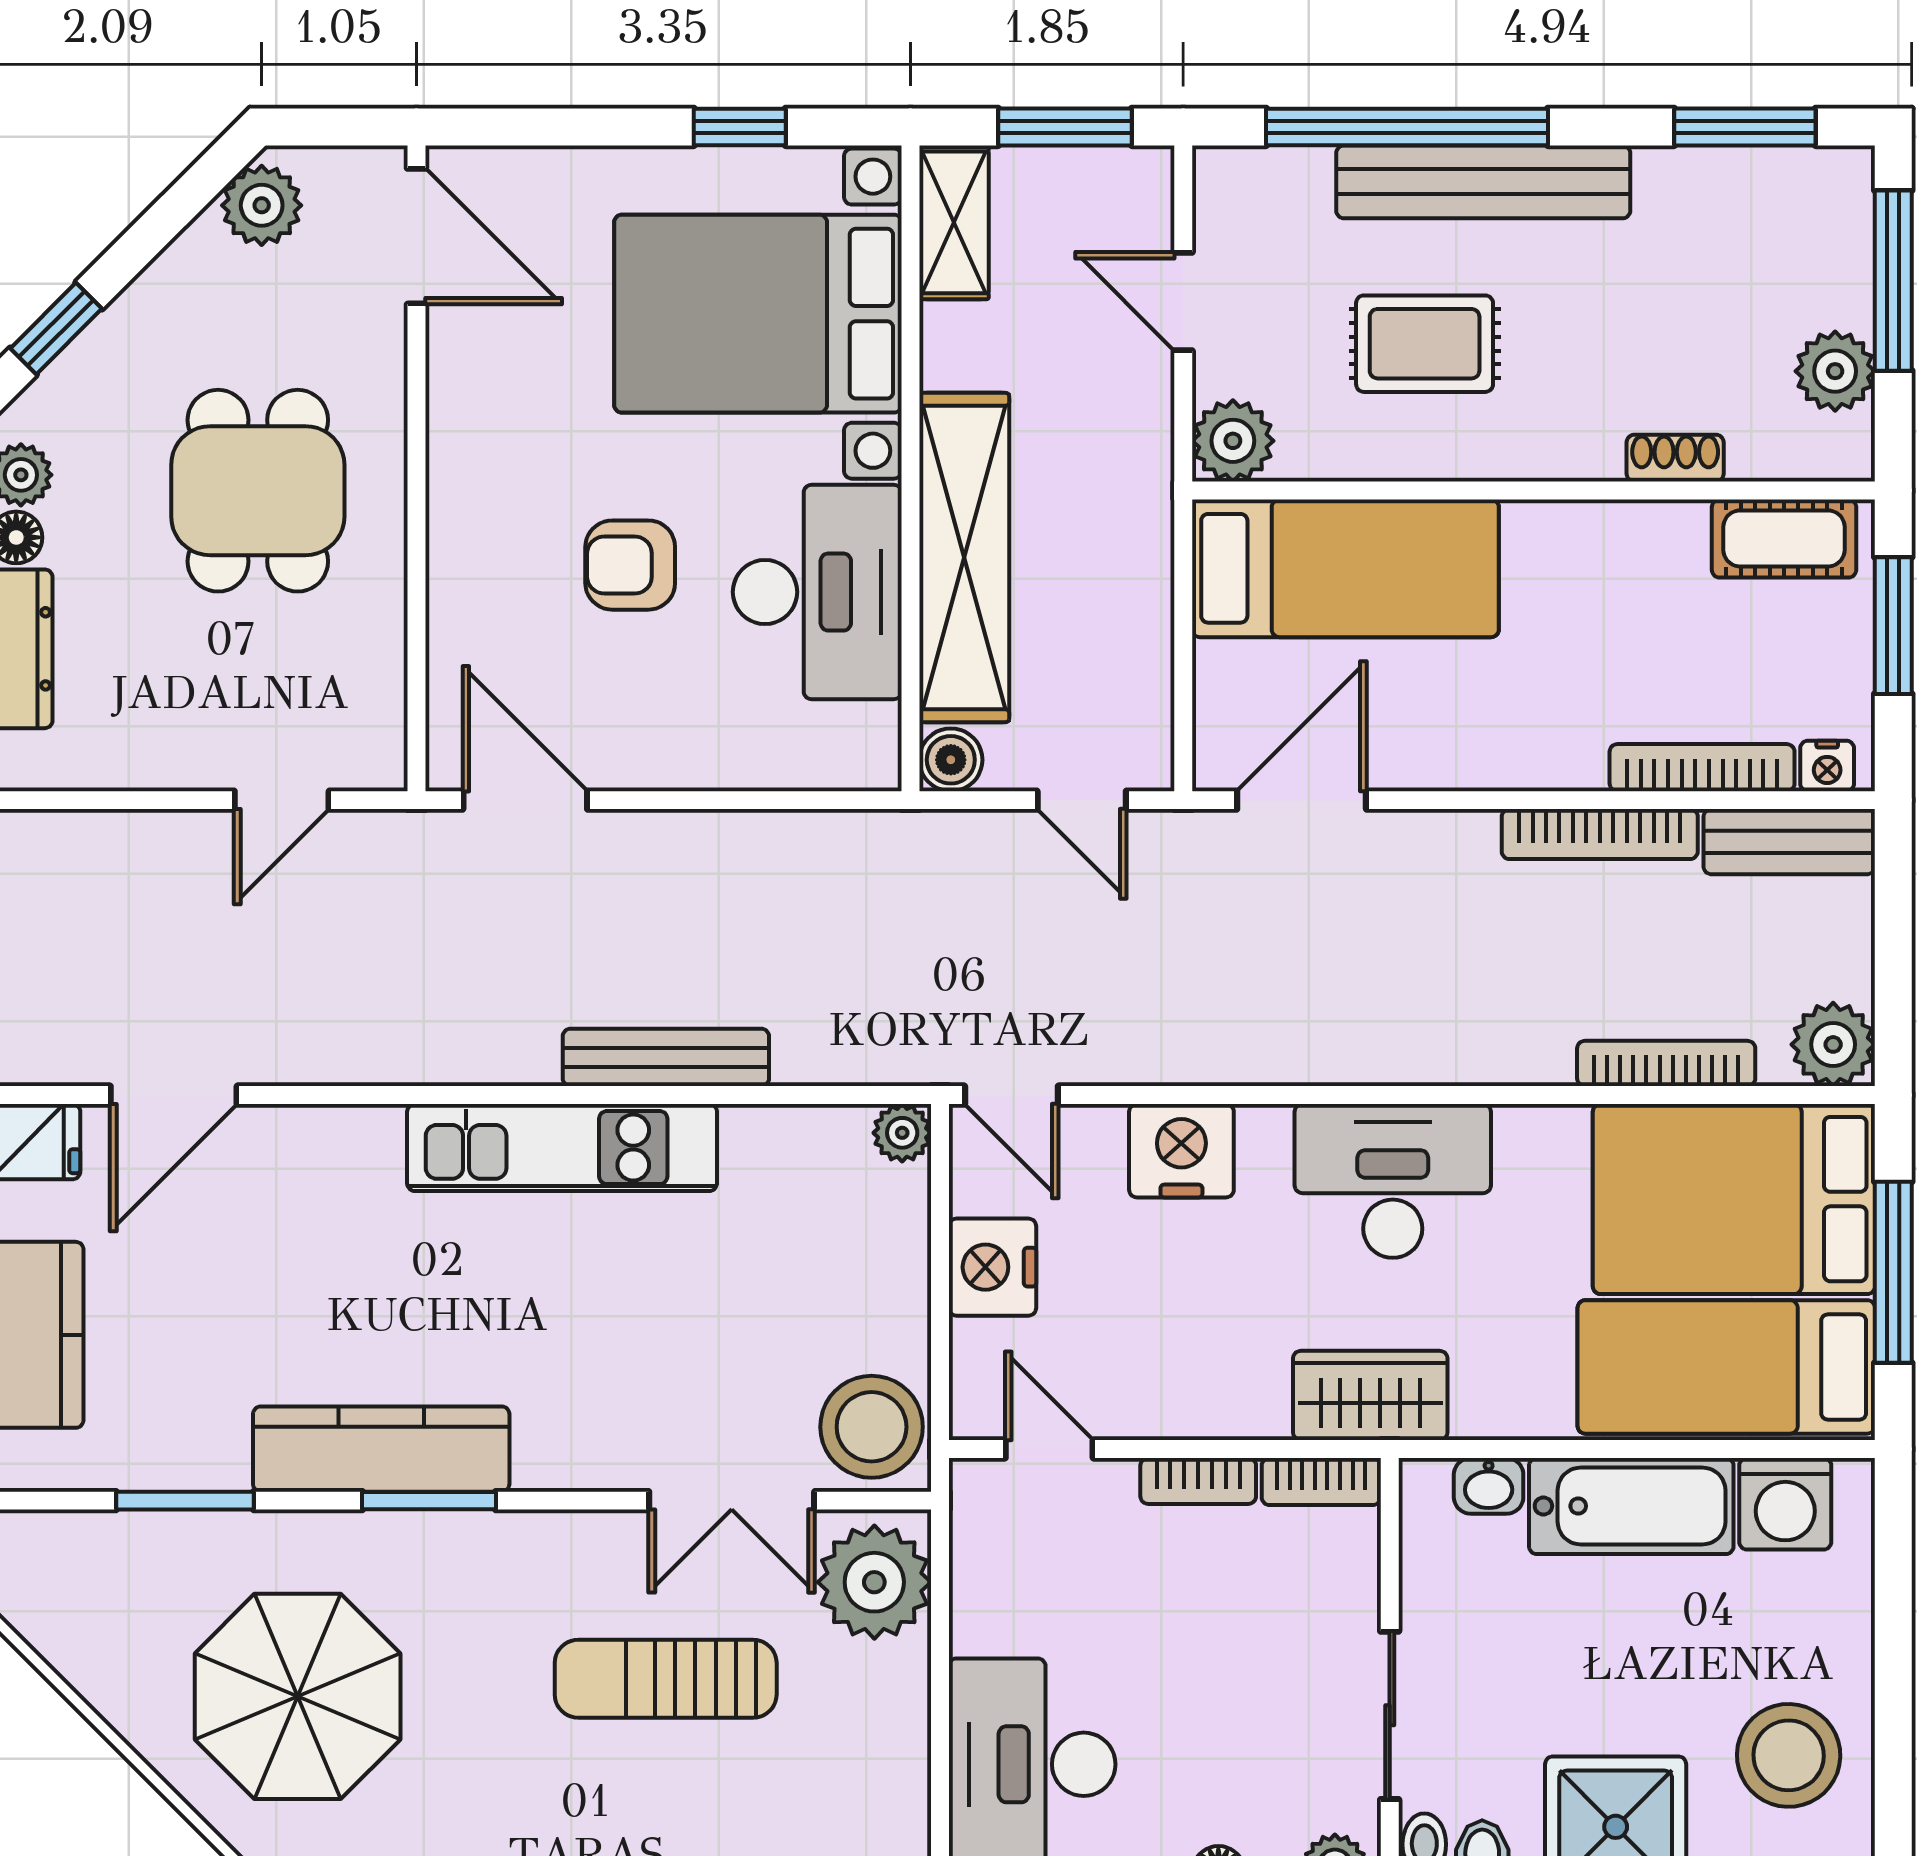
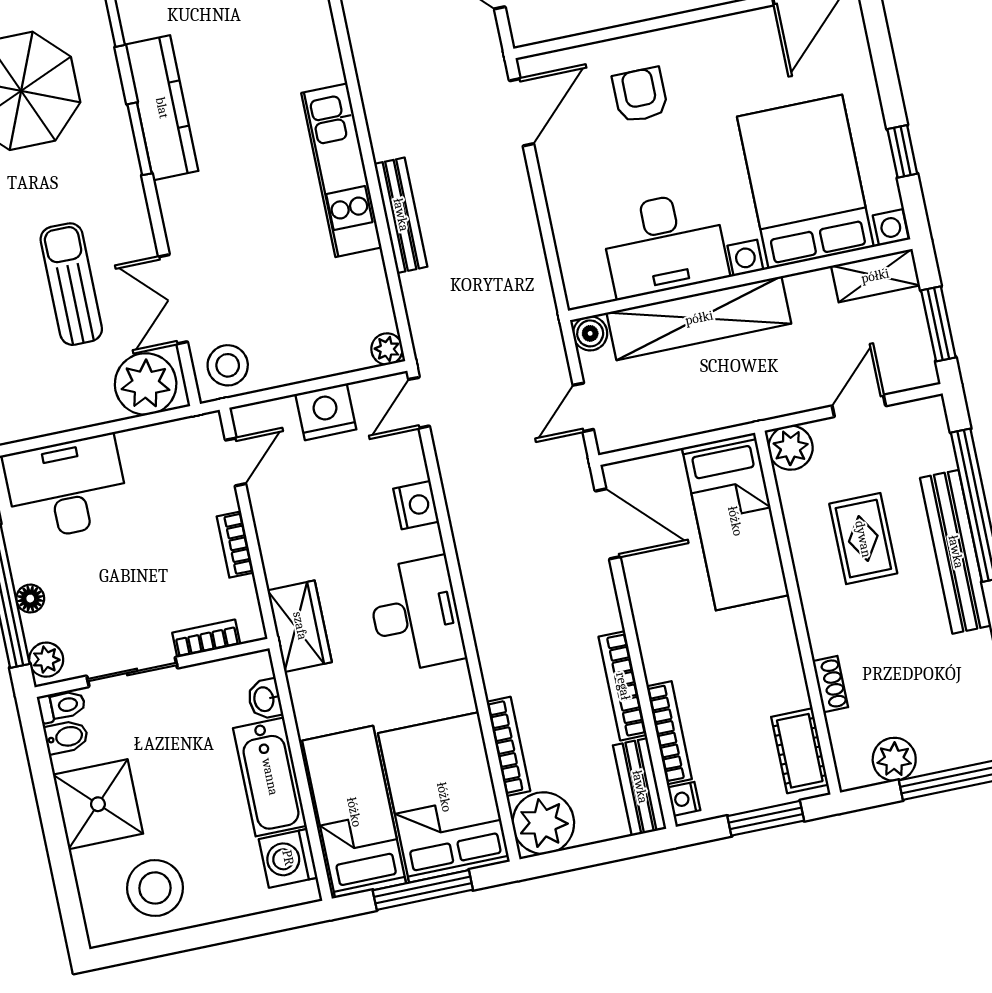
armchair: (630, 565) -> (640, 95), moved
plant: (1833, 1044) -> (543, 823), width x1.36, depth x1.36
nightstand: (1181, 1151) -> (416, 505), width x0.74, depth x0.75
stool: (872, 1427) -> (228, 365), width x0.73, depth x0.73
bookcase: (1321, 1482) -> (206, 639), moved, turned 90

